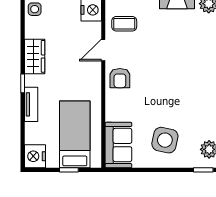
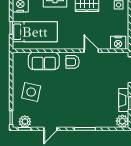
coffee table: (124, 24) -> (109, 65), removed
sofa: (118, 145) -> (44, 61), moved

